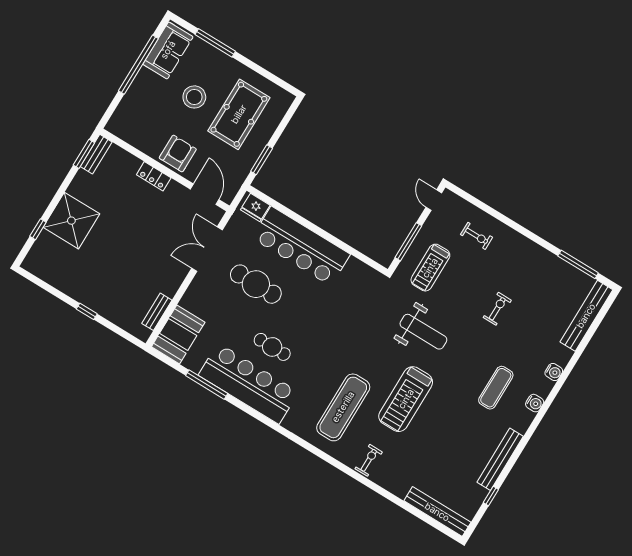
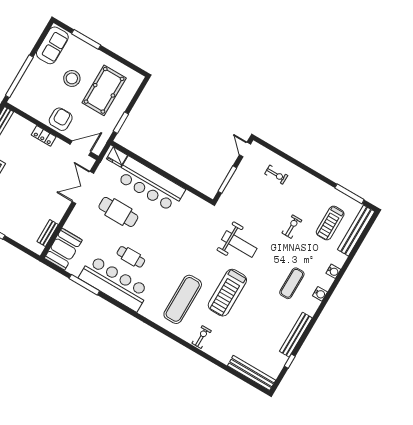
window: (138, 65) -> (19, 76), moved
door: (205, 194) -> (81, 148), hinge flipped
treadmill: (430, 268) -> (330, 223), moved

